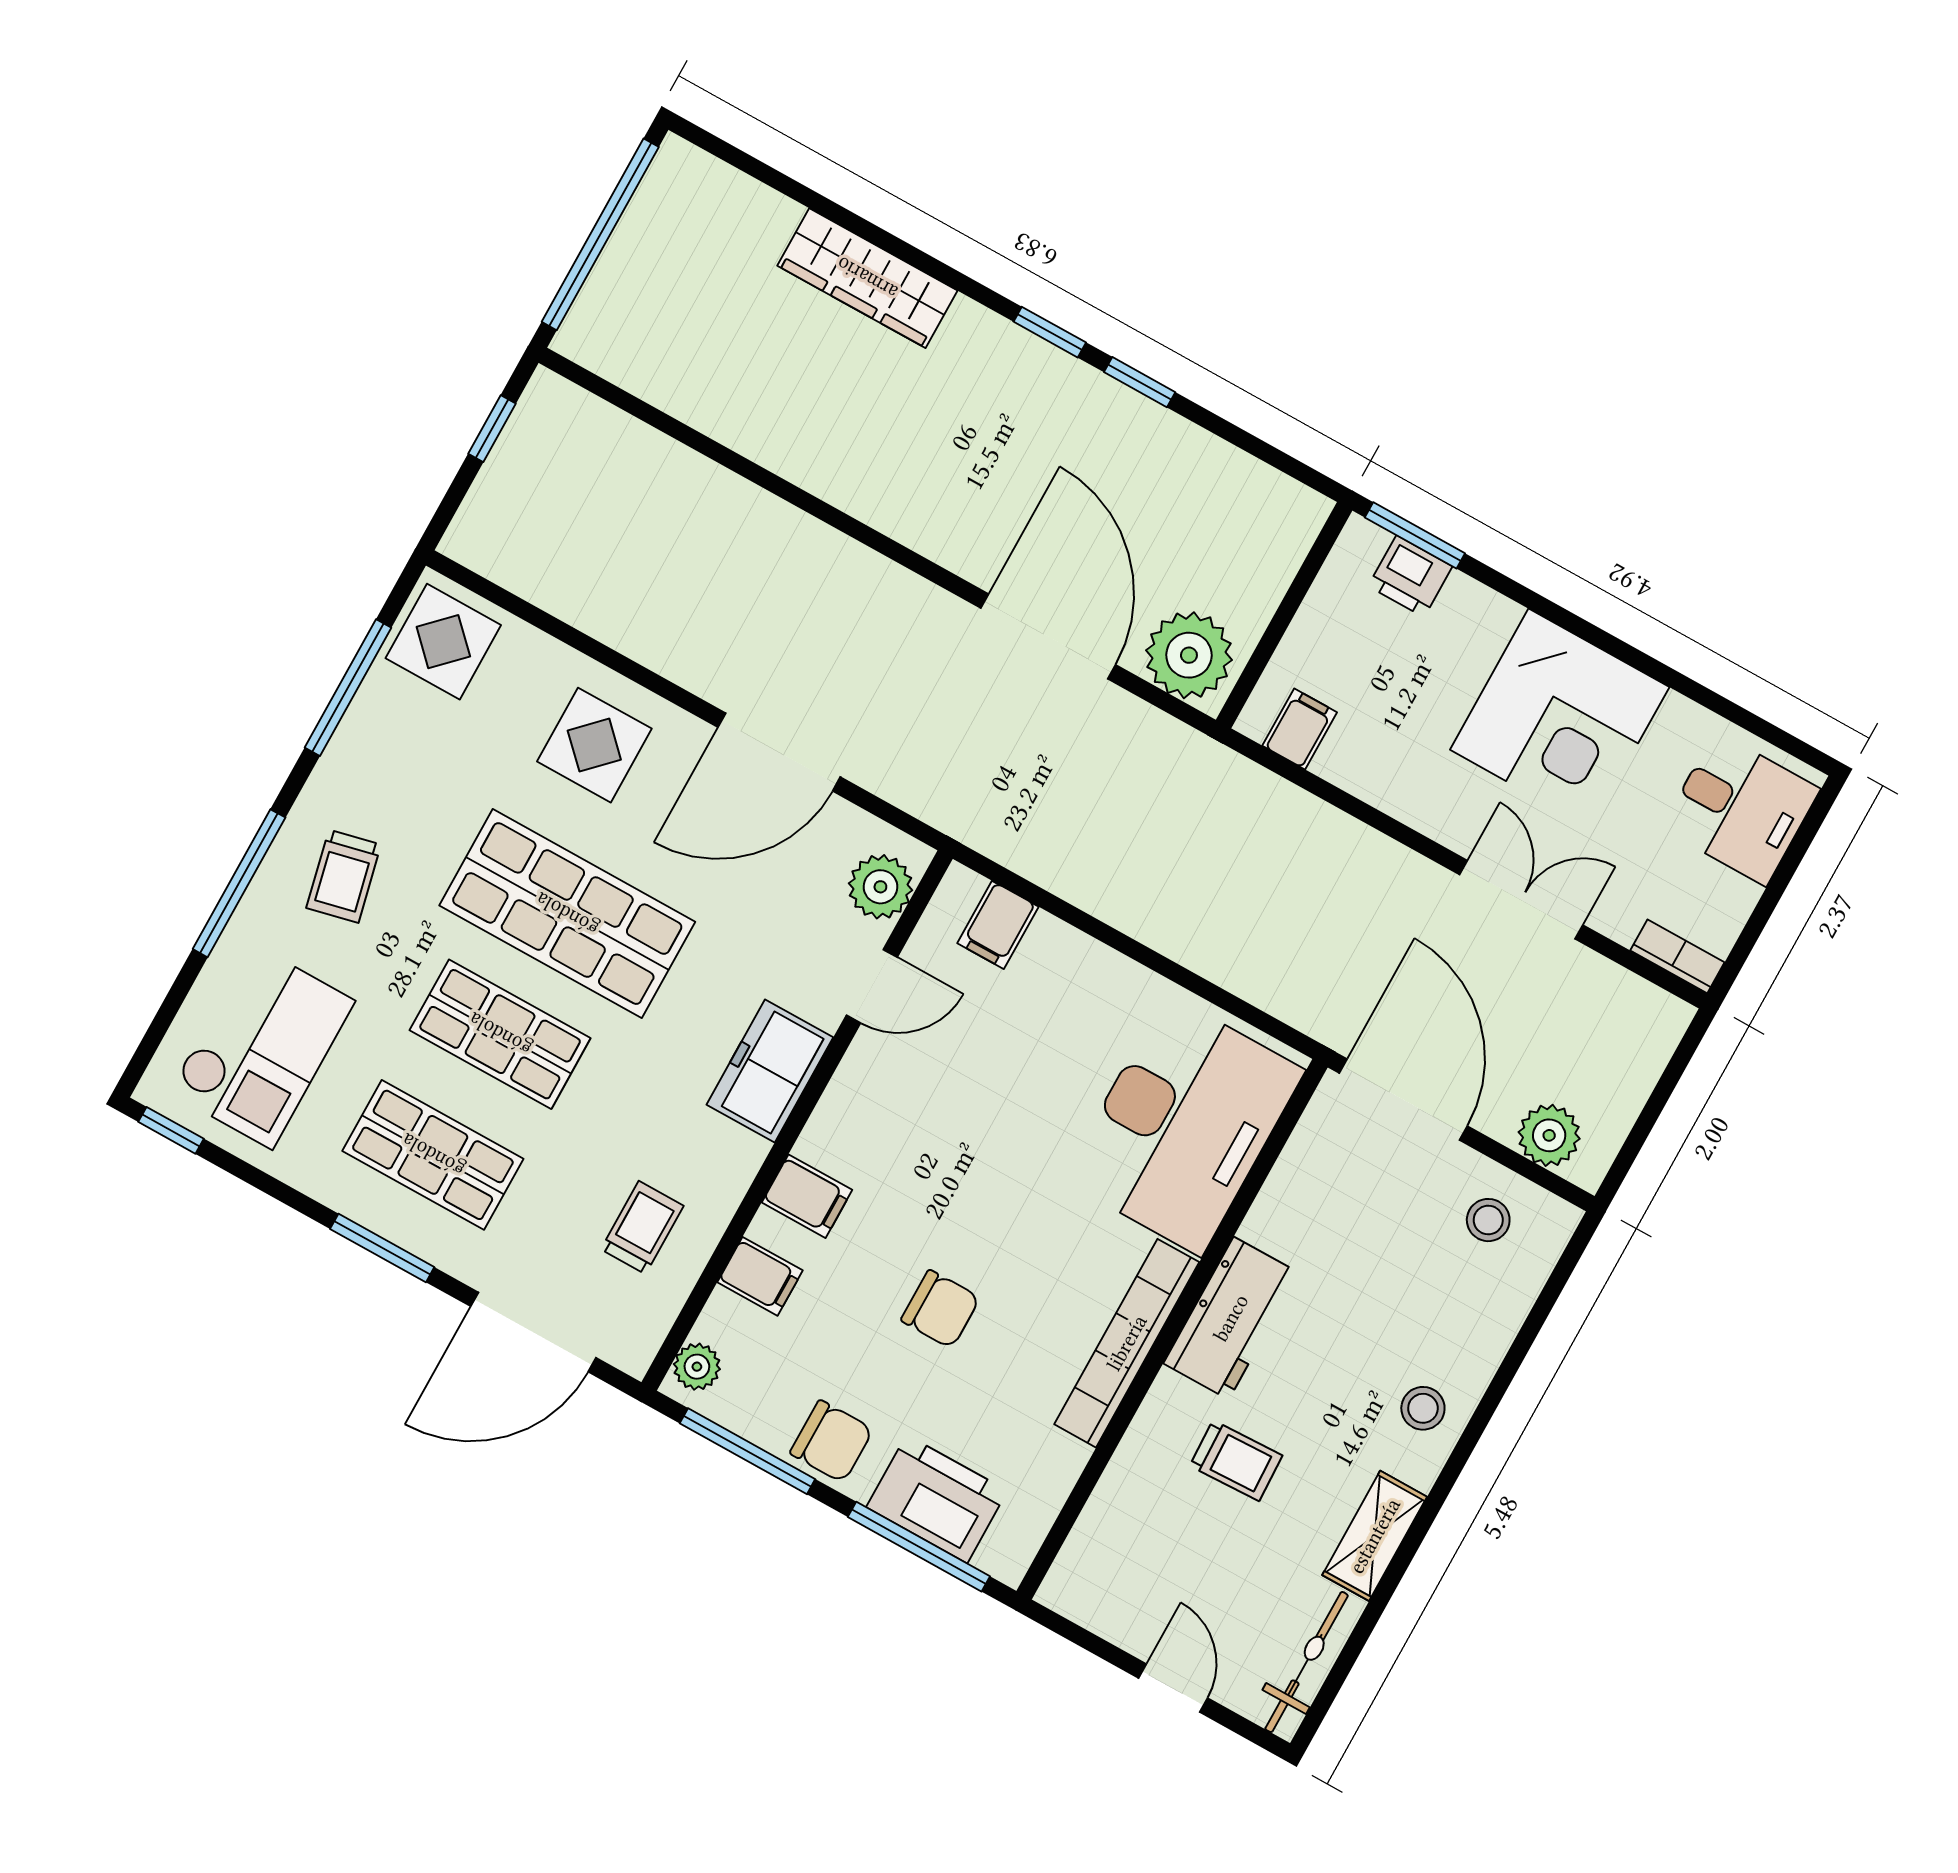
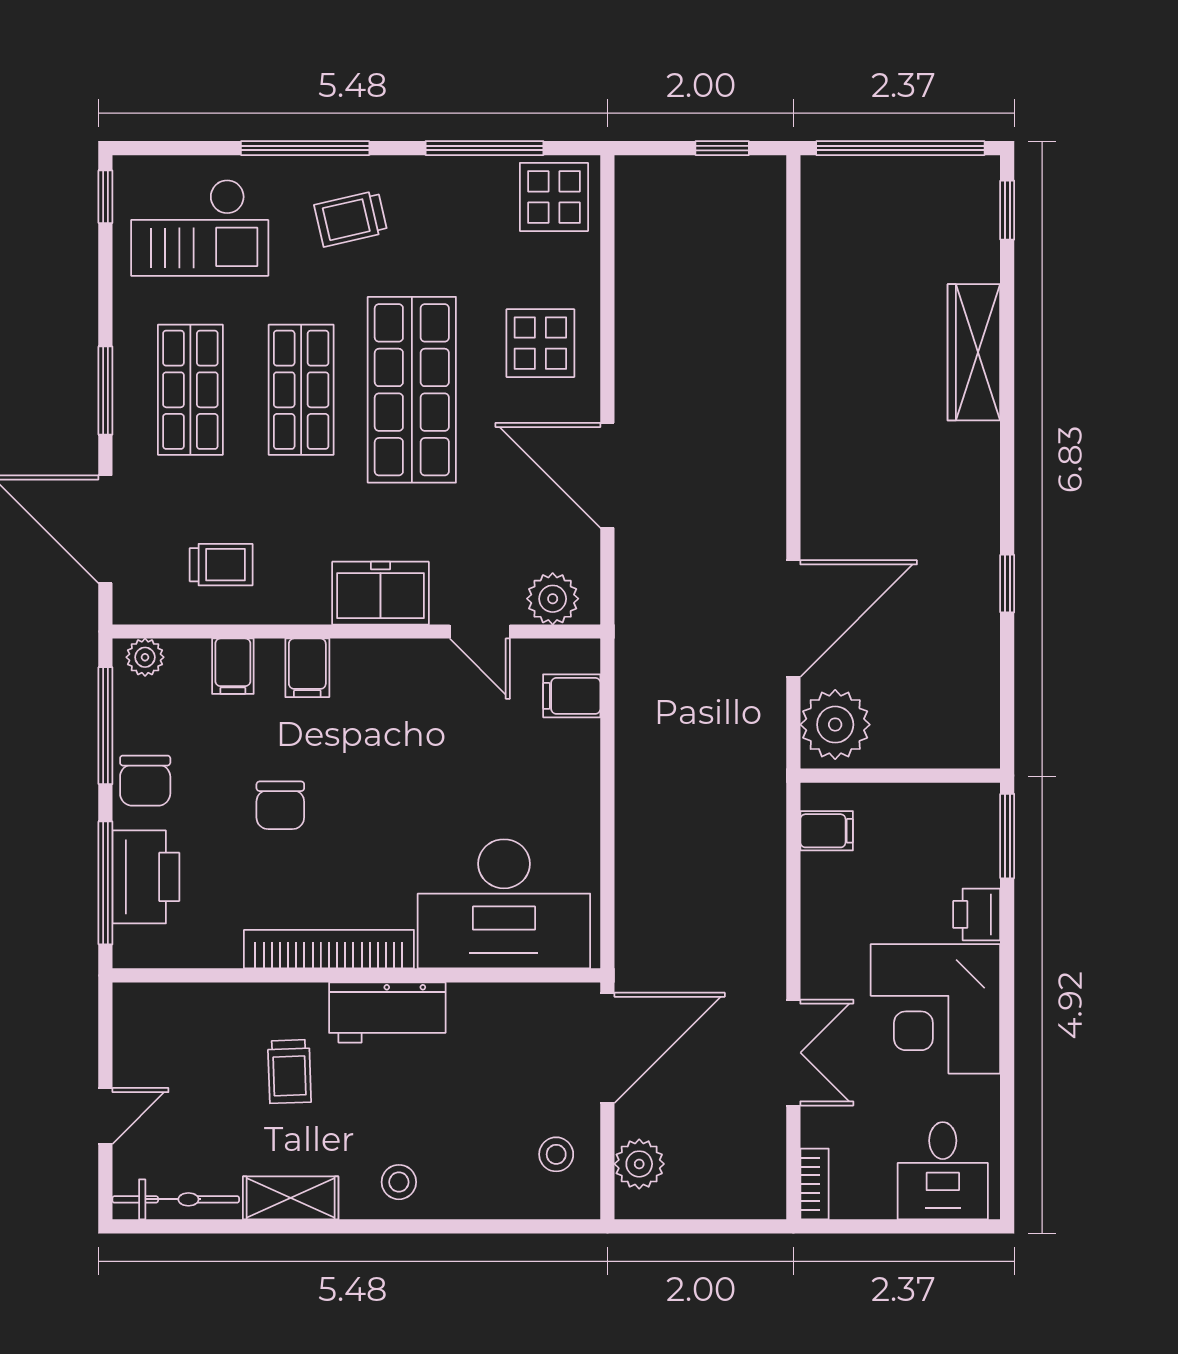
window: (1050, 332) -> (1007, 210), moved
printer: (1410, 576) -> (977, 914), moved

